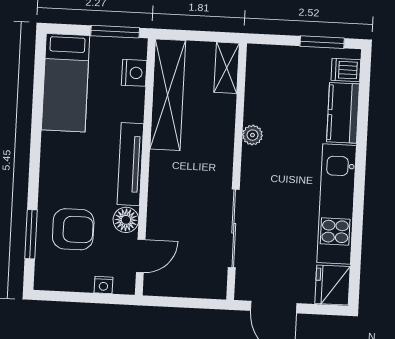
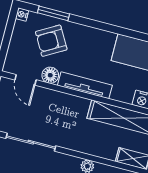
armchair: (73, 229) -> (51, 41), turned 60
nightstand: (103, 285) -> (22, 14), moved

